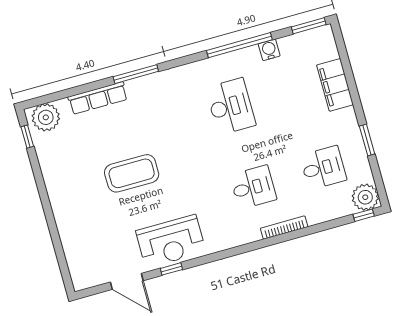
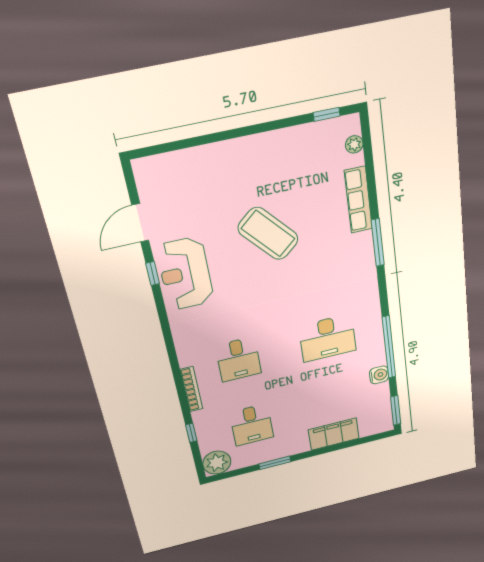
plant: (46, 117) -> (354, 144), width x0.53, depth x0.53
coffee table: (132, 173) -> (268, 234), turned -41
window: (364, 215) -> (191, 433), moved

